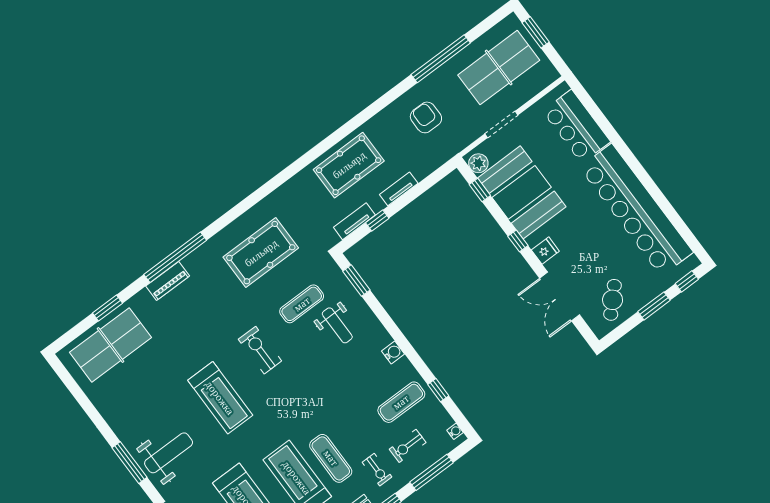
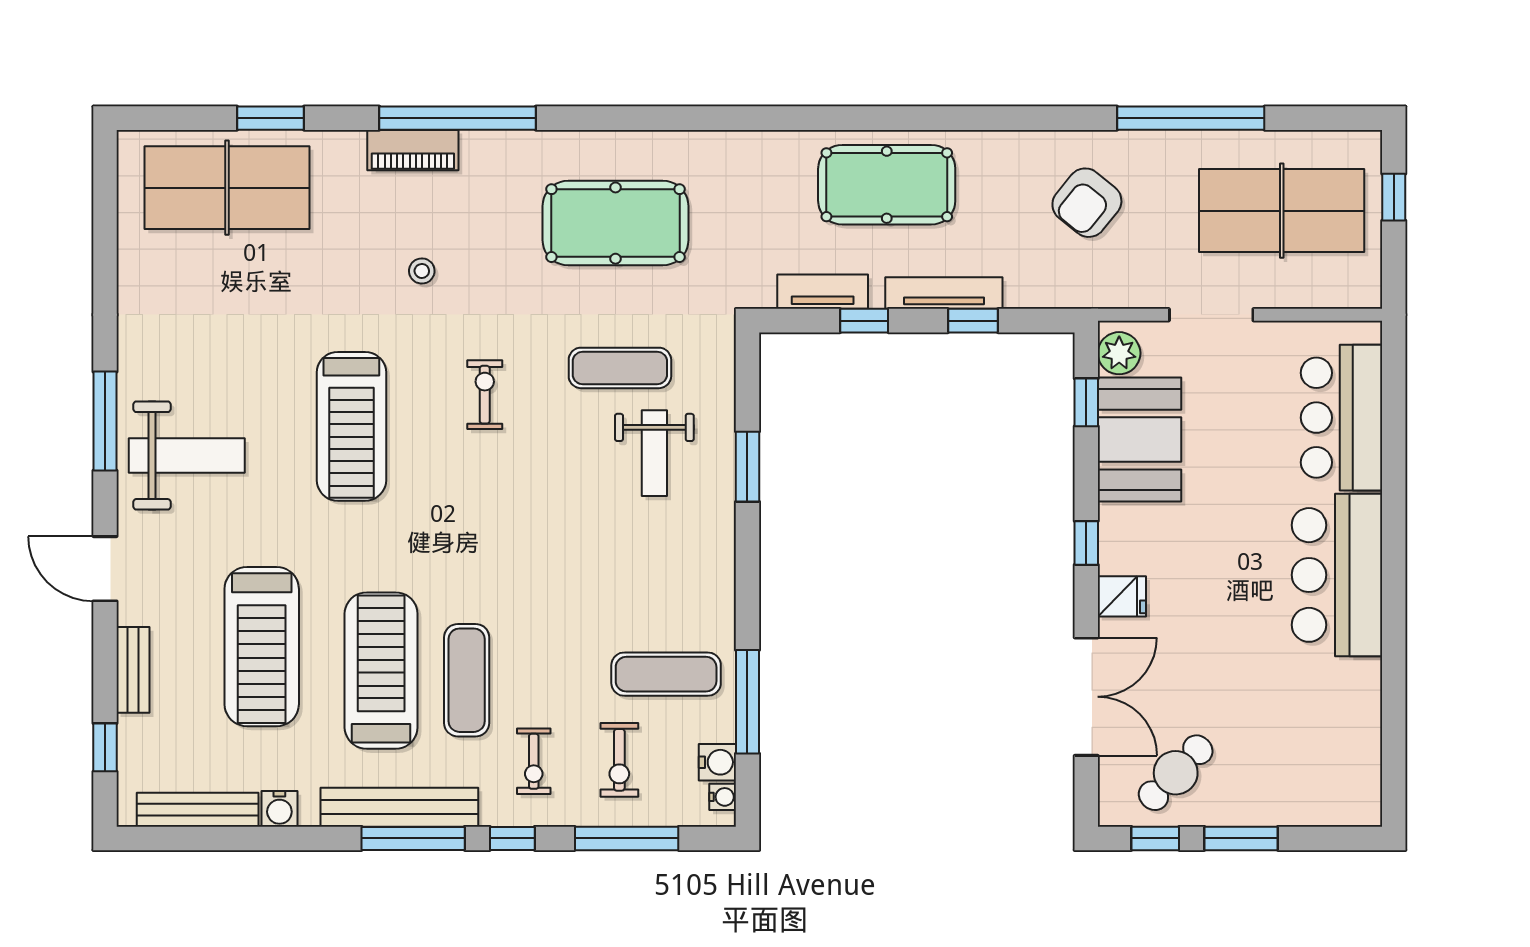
window: (536, 32) -> (1394, 197), width x0.67
armchair: (426, 117) -> (1087, 203), turned -141
tv unit: (399, 189) -> (944, 293), width x1.41
window: (417, 191) -> (973, 321), added
booth: (522, 192) -> (1140, 440), width x0.73, depth x0.70
bar counter: (636, 210) -> (1337, 575), width x0.54
window: (356, 281) -> (747, 467), moved
window: (687, 281) -> (1155, 838), moved
double door: (560, 297) -> (1086, 697), swing flipped
stool: (204, 322) -> (422, 271), added
exercise bike: (260, 350) -> (485, 395), width x0.73, depth x0.72
water cooler: (393, 352) -> (717, 762), moved
window: (438, 390) -> (747, 702), width x2.17
exercise bike: (408, 446) -> (619, 760), turned -90

